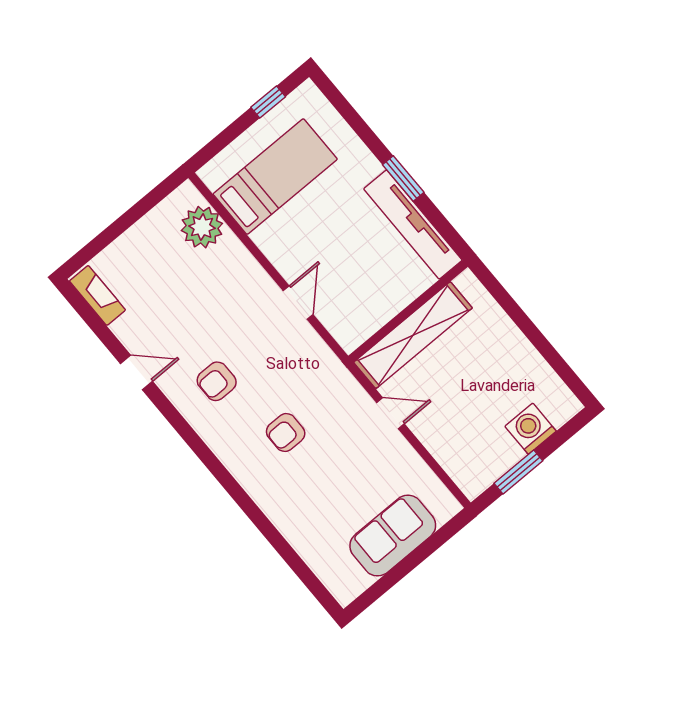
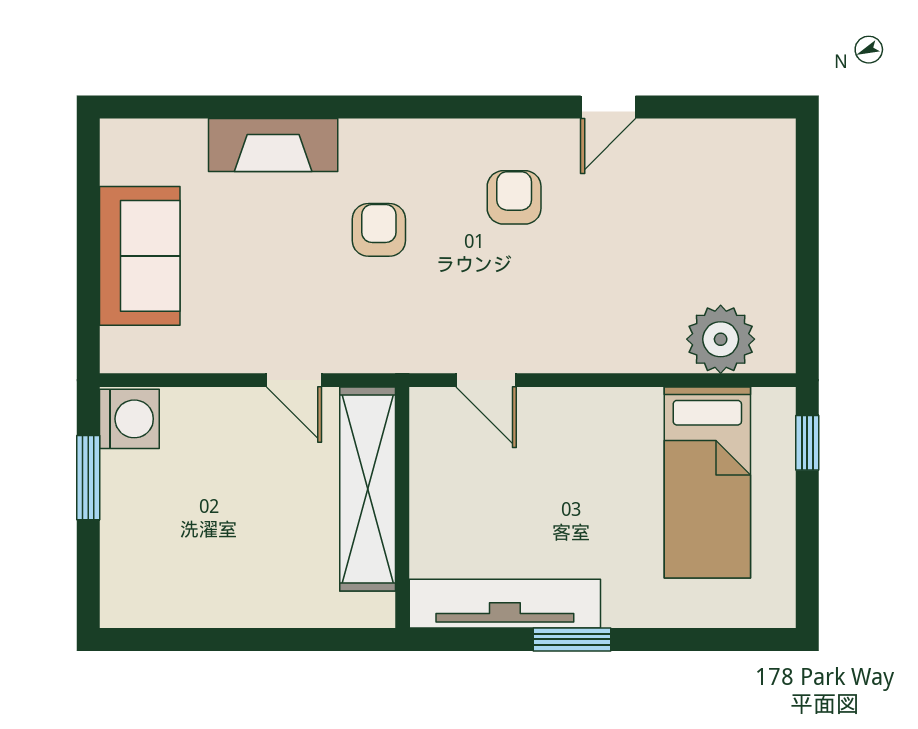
window: (268, 102) -> (807, 443), moved
fireplace: (97, 295) -> (273, 145), moved, width x1.37, depth x1.32
door: (298, 303) -> (486, 380), moved
door: (391, 413) -> (294, 380), hinge flipped
washing machine: (531, 429) -> (129, 419), moved

